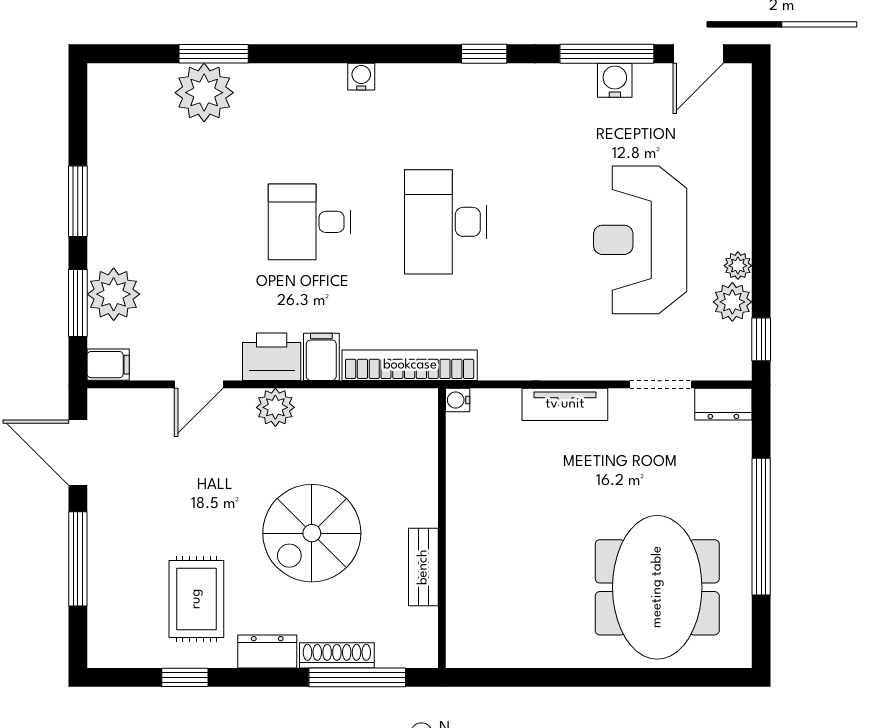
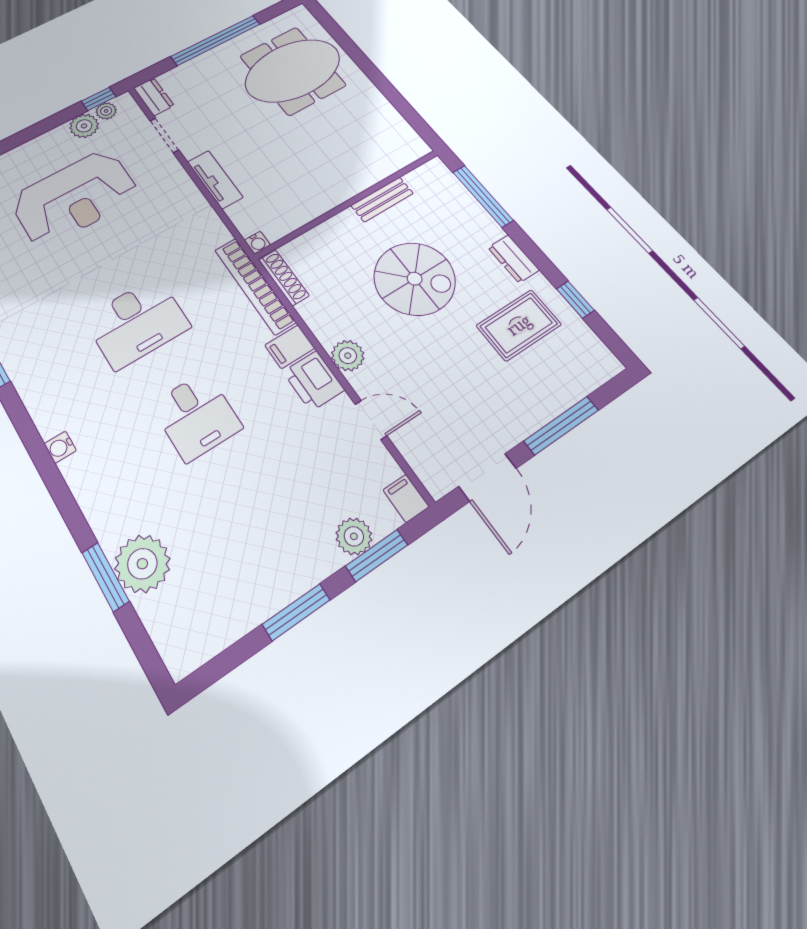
plant: (738, 266) -> (106, 111), moved
plant: (114, 294) -> (354, 536), width x0.73, depth x0.73
shoe rack: (337, 655) -> (284, 278), moved, turned 180

